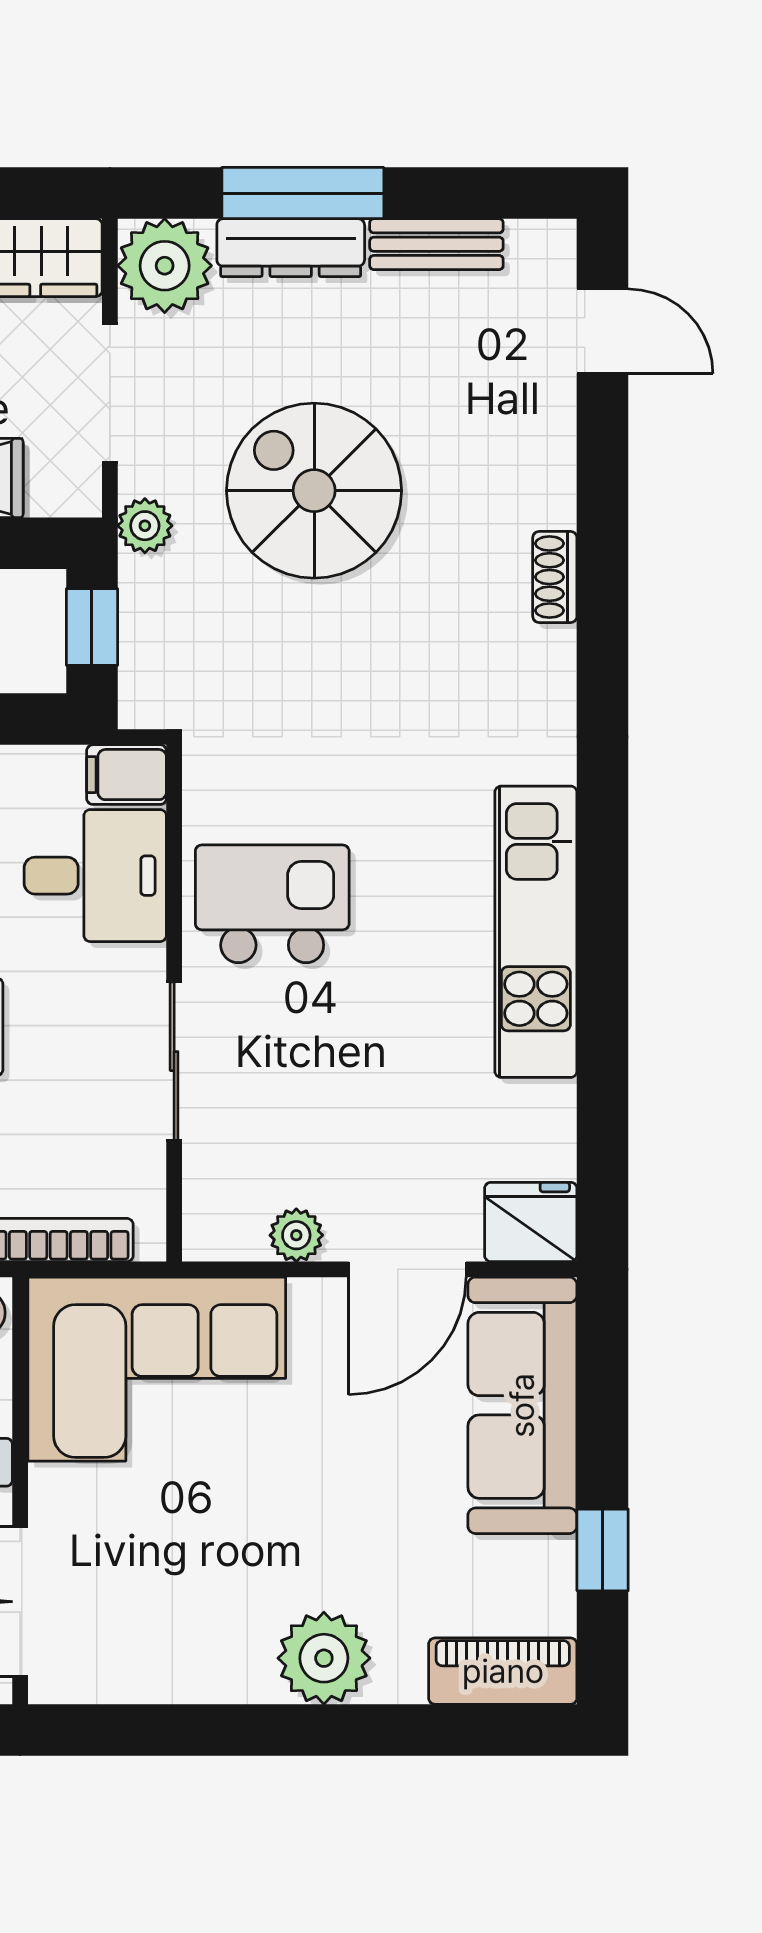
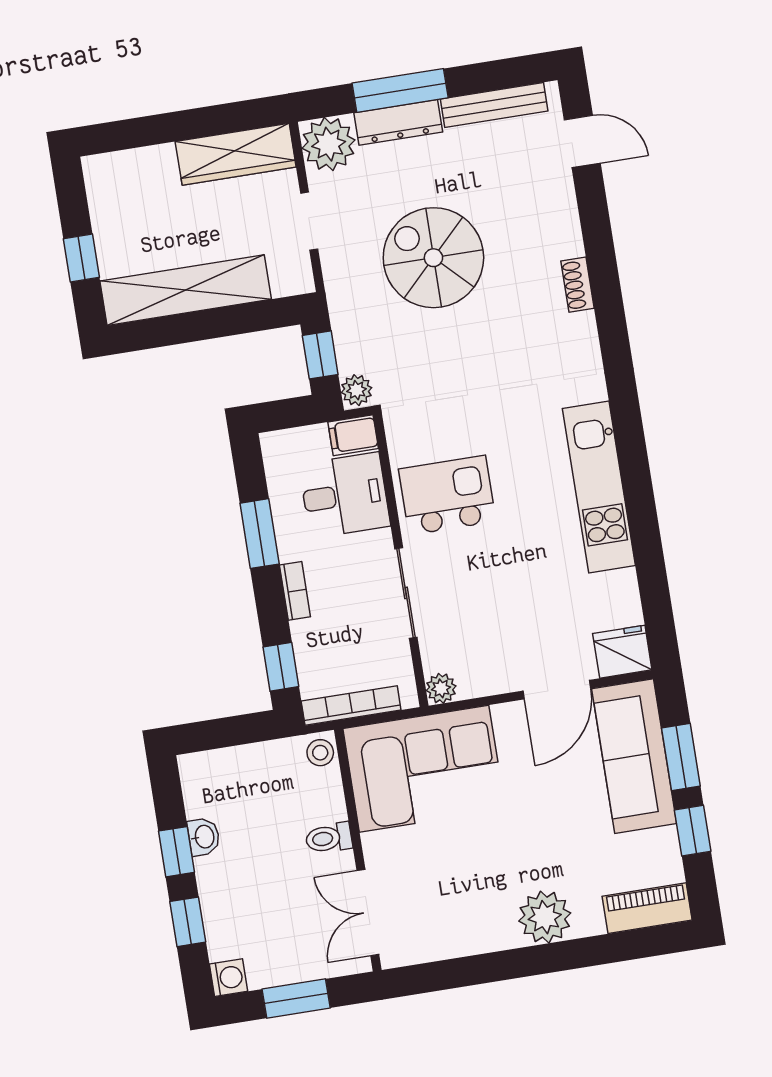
bench: (436, 244) -> (494, 105), width x1.36
doorway: (110, 393) -> (309, 221), width x0.73
plant: (145, 526) -> (357, 390), moved
plant: (296, 1235) -> (441, 688), moved
window: (603, 1420) -> (681, 757), added

